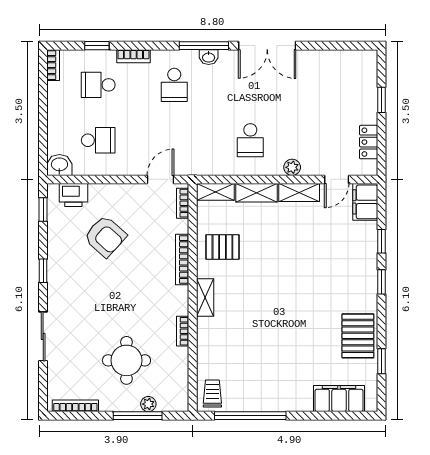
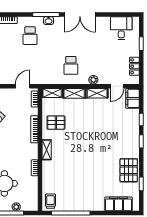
desk: (344, 71) -> (121, 28), added

